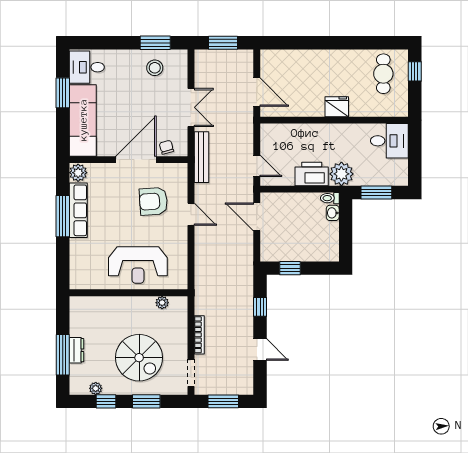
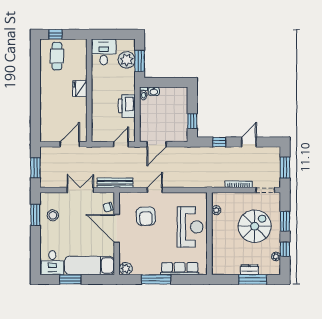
cafe table: (383, 74) -> (57, 56), turned 90
plant: (341, 174) -> (127, 60), moved
row of seats: (78, 210) -> (180, 269), moved

